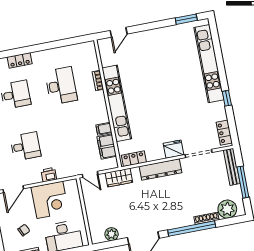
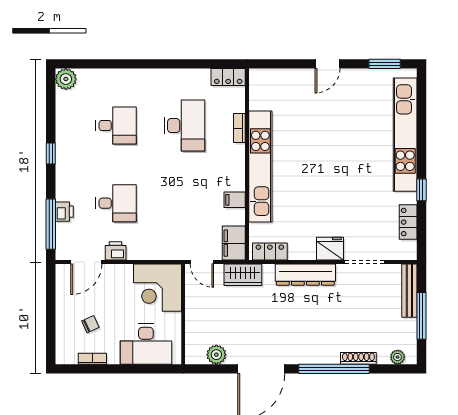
door: (119, 32) -> (328, 64), moved
locker: (20, 60) -> (228, 77), moved
locker: (224, 133) -> (408, 222), moved
filing cabinet: (107, 147) -> (234, 243), moved
printer: (49, 175) -> (116, 251), moved
corner desk: (50, 200) -> (158, 288), moved, turned 90
plant: (227, 209) -> (398, 357), width x0.53, depth x0.53

